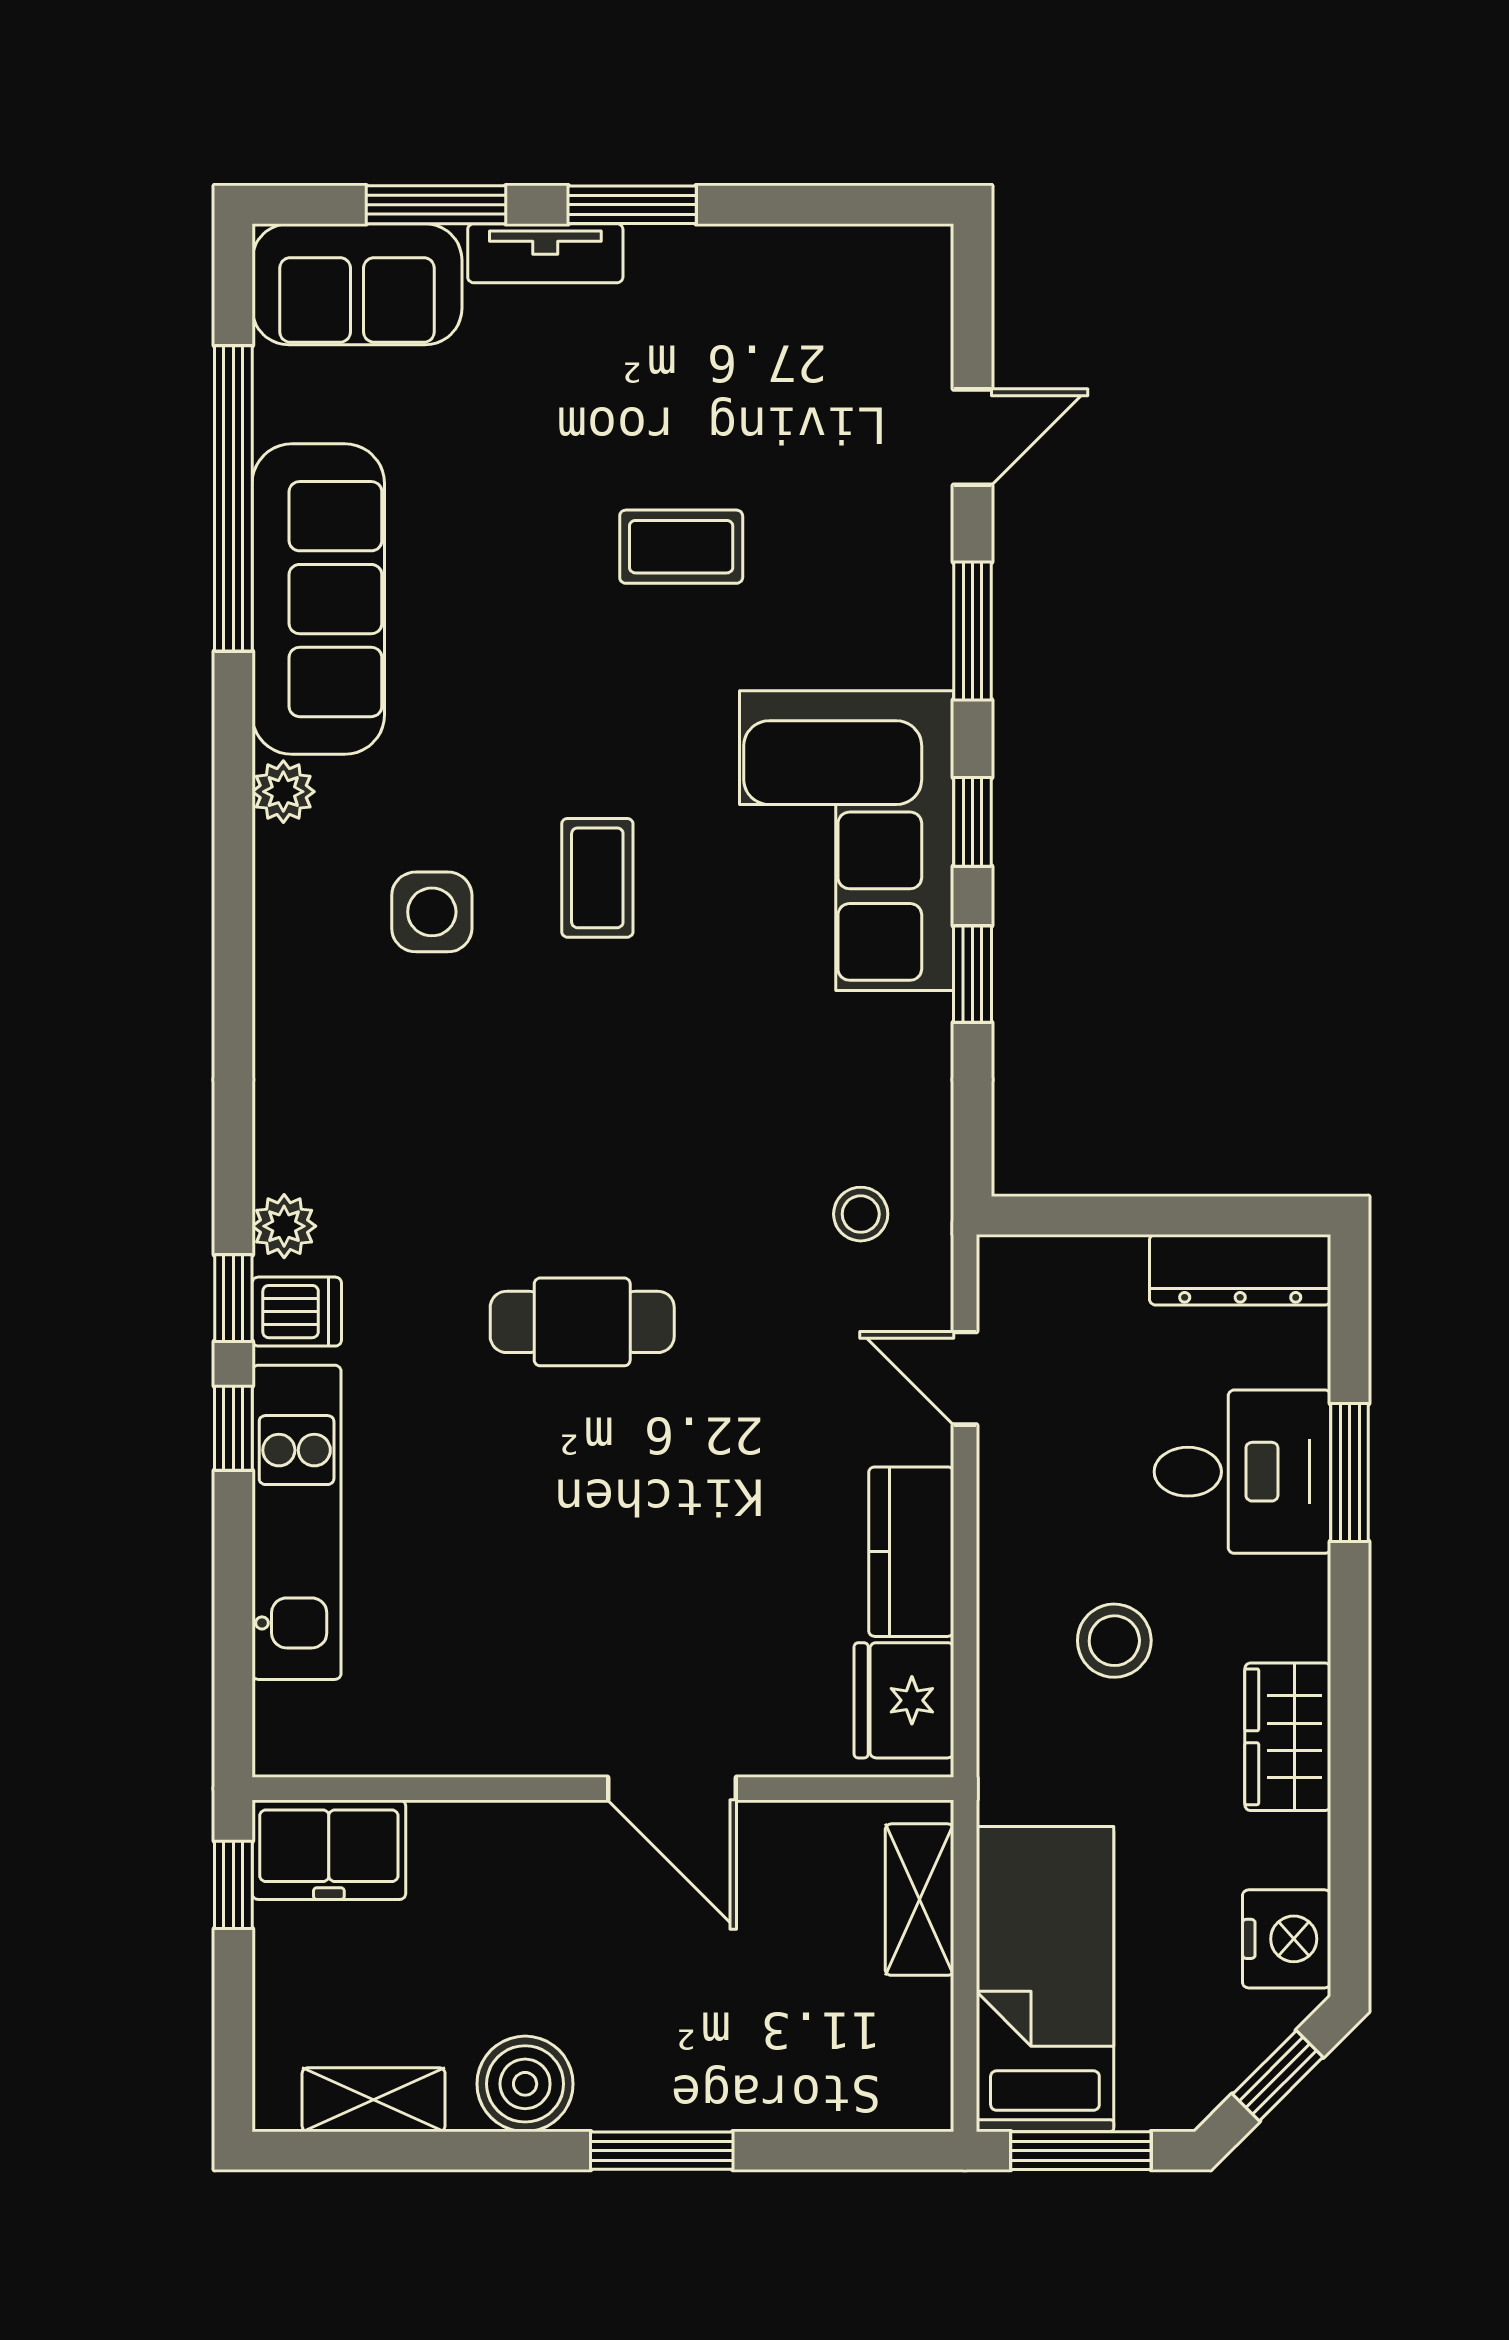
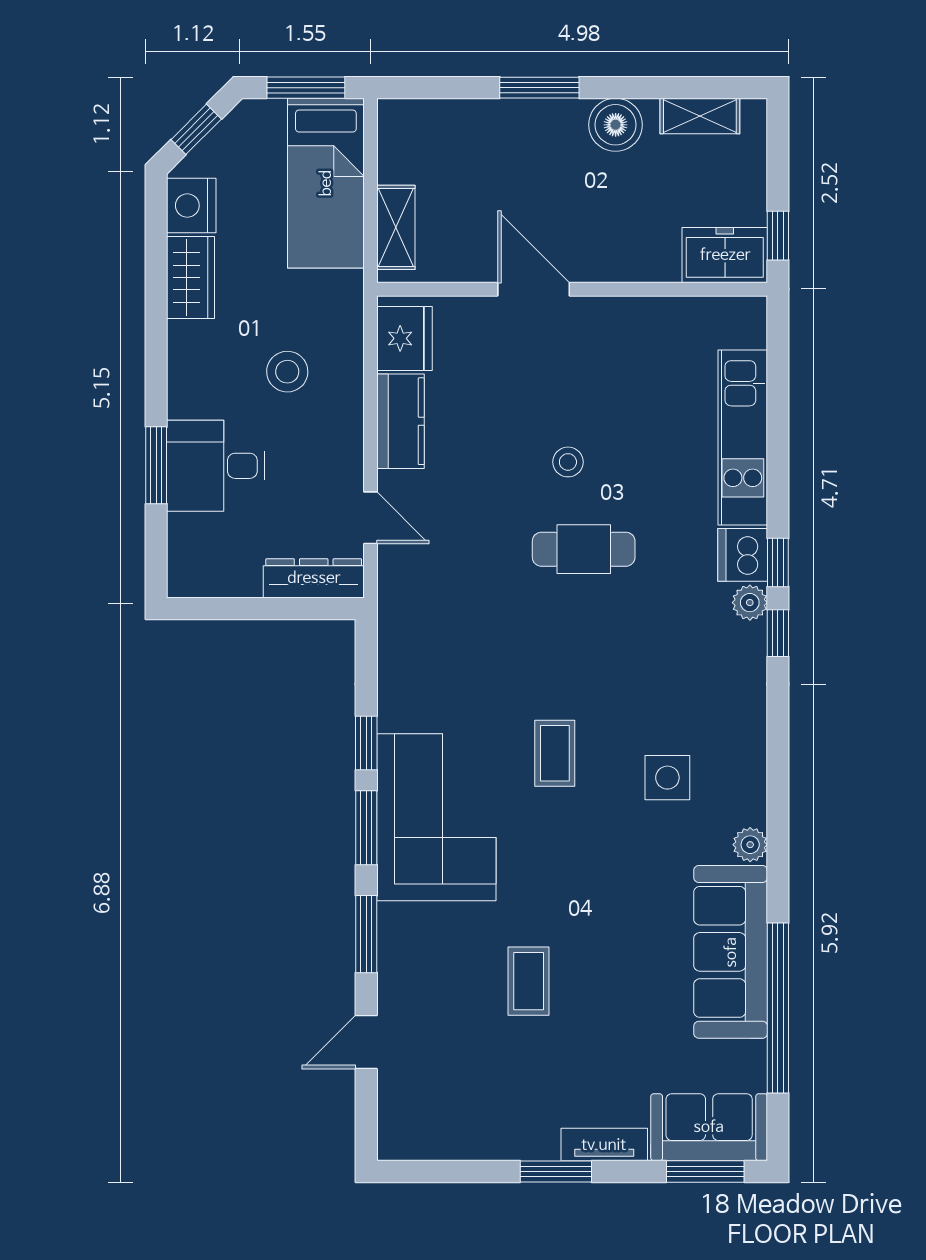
window: (436, 205) -> (705, 1171), moved
coffee table: (681, 547) -> (529, 981), turned 90
window: (973, 822) -> (366, 828), width x1.50
coffee table: (597, 878) -> (555, 753), moved
stool: (861, 1214) -> (568, 462), moved
dresser: (1240, 1270) -> (314, 578), moved
dishwasher: (297, 1312) -> (743, 555), width x1.38
window: (233, 1428) -> (778, 633), moved
wardrobe: (1288, 1737) -> (191, 277), moved

